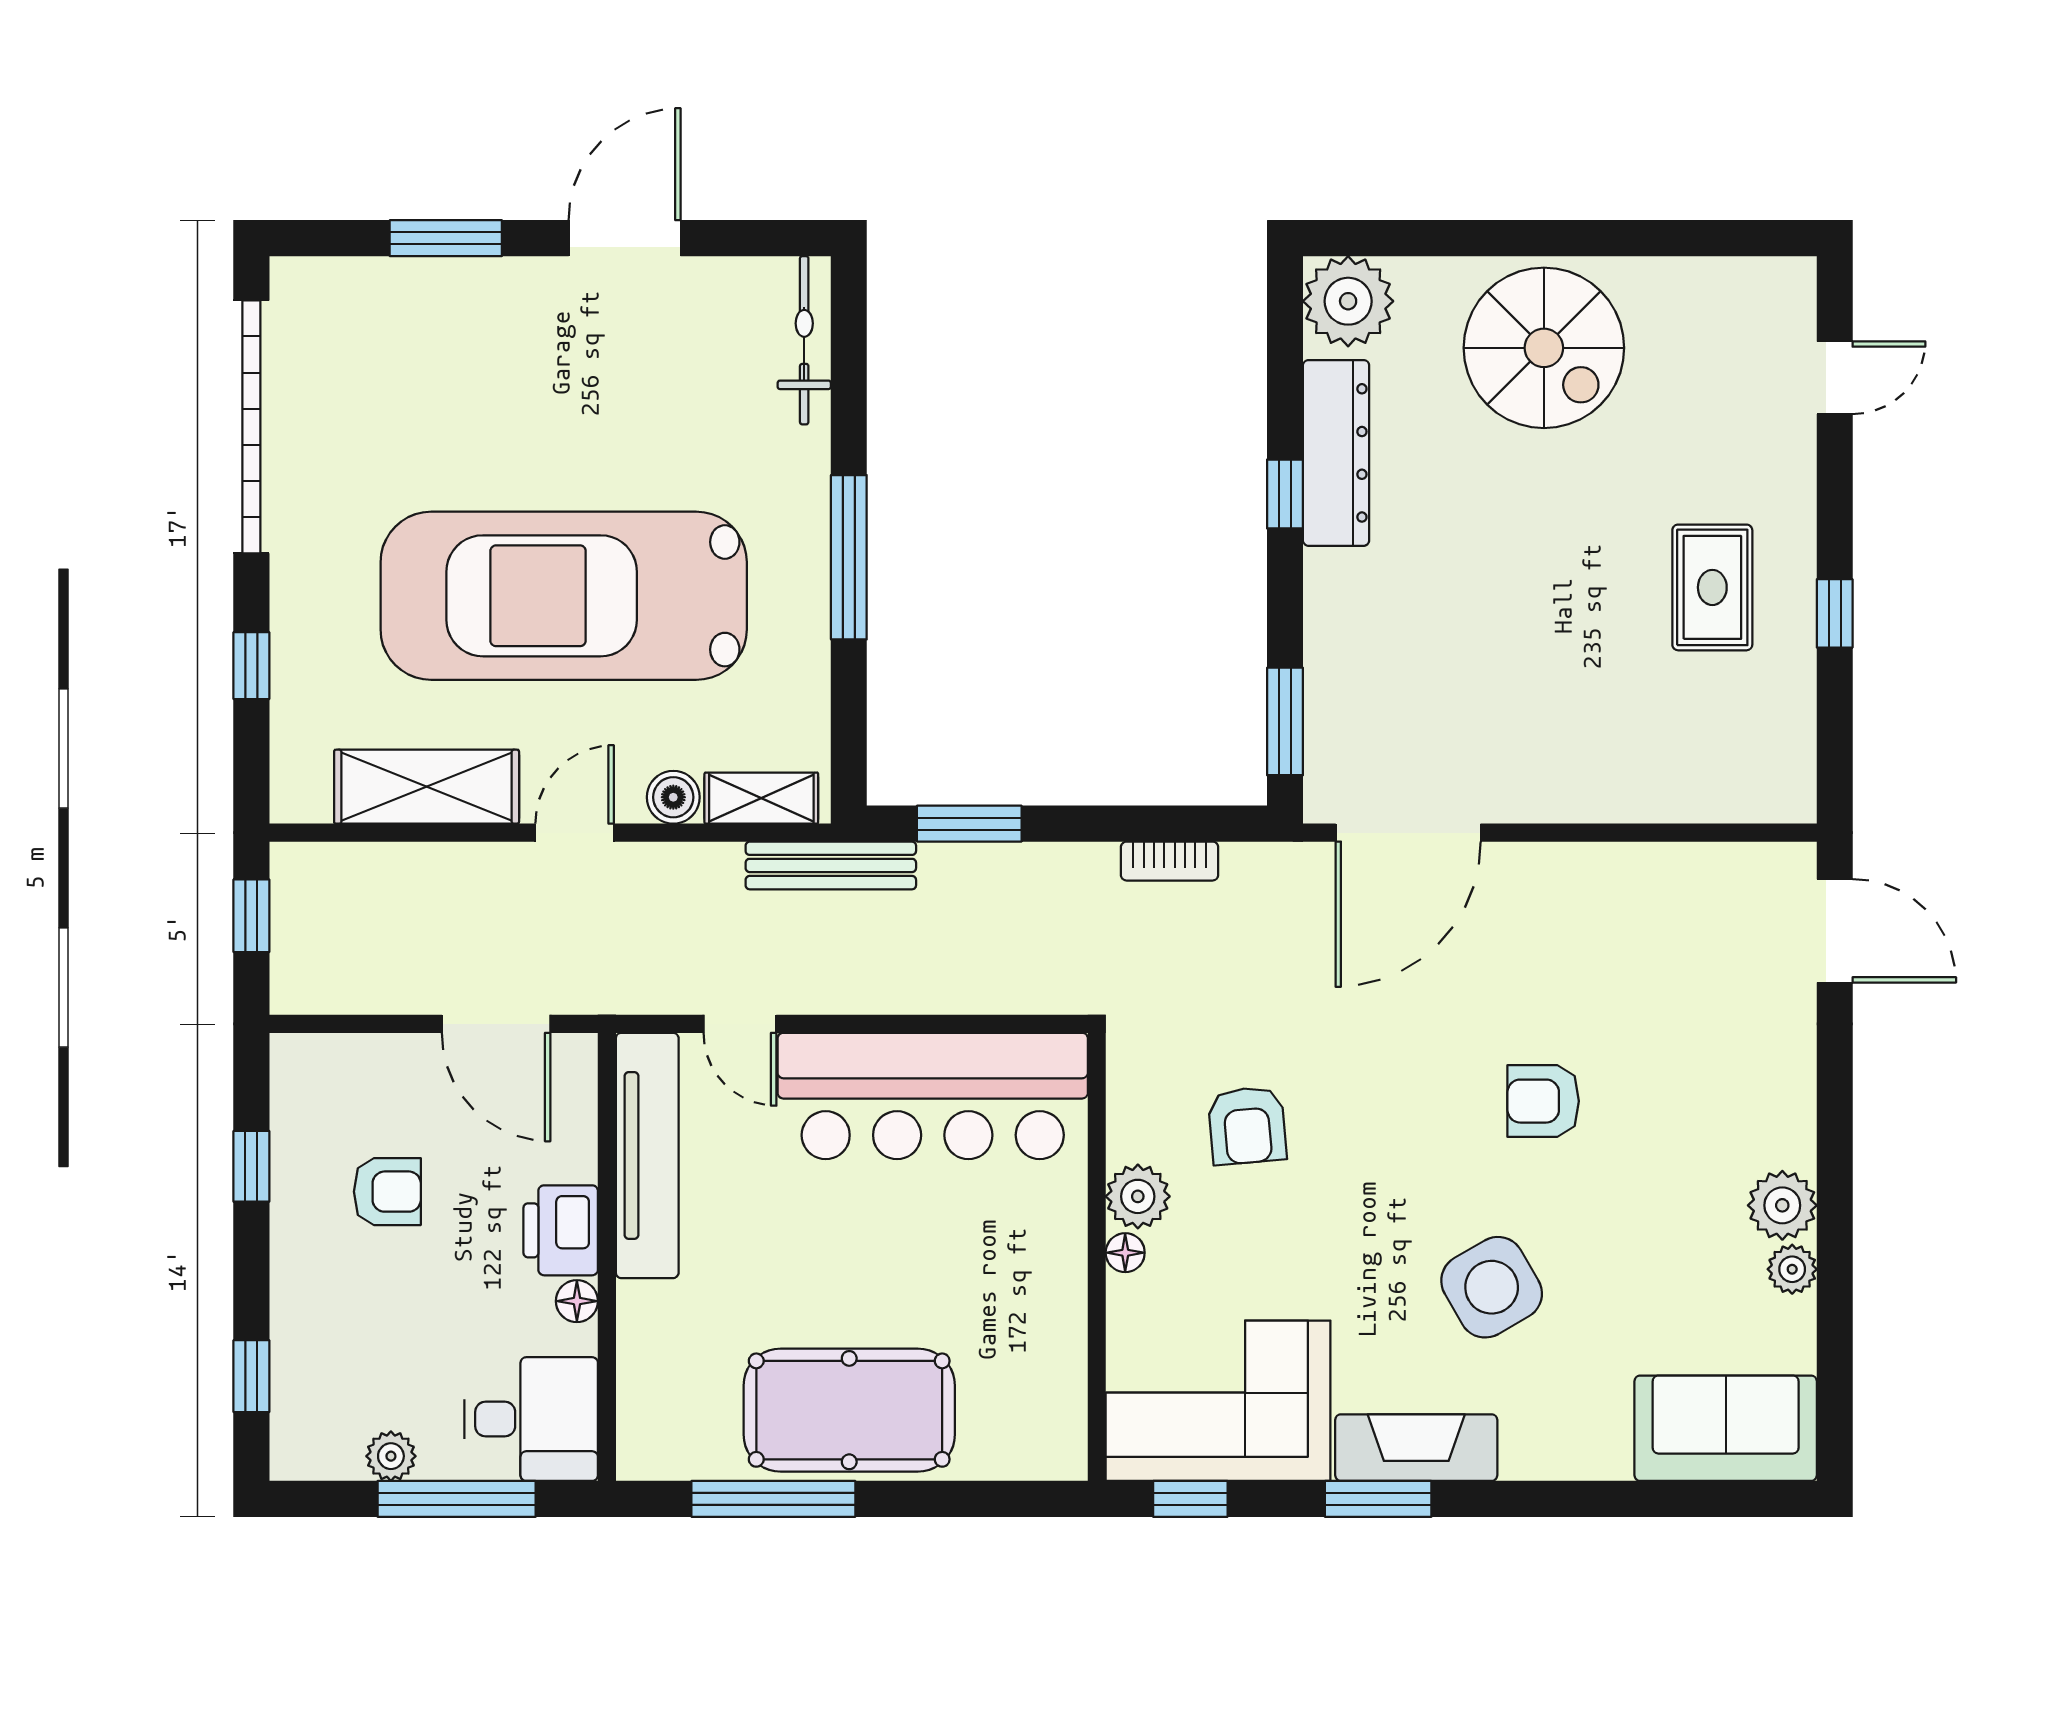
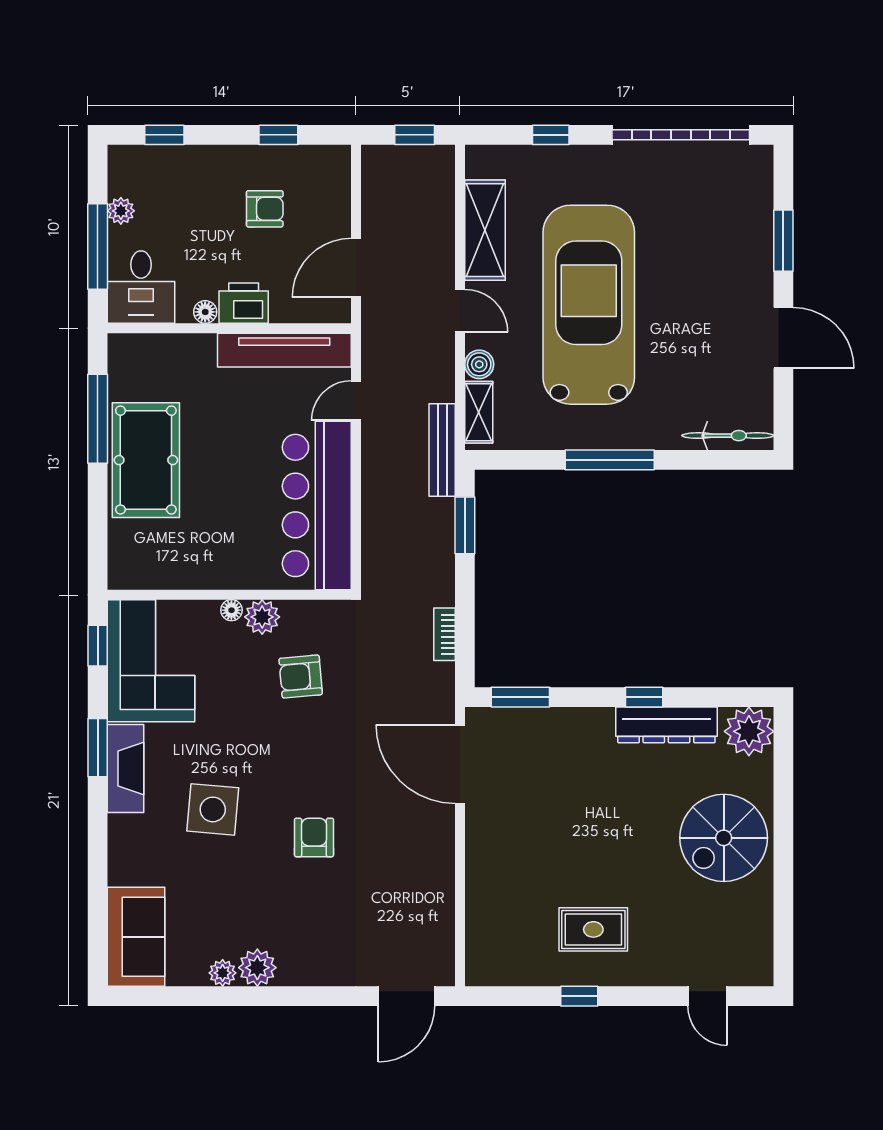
armchair: (387, 1192) -> (265, 209), turned -90
side table: (1492, 1287) -> (213, 809), turned 35

